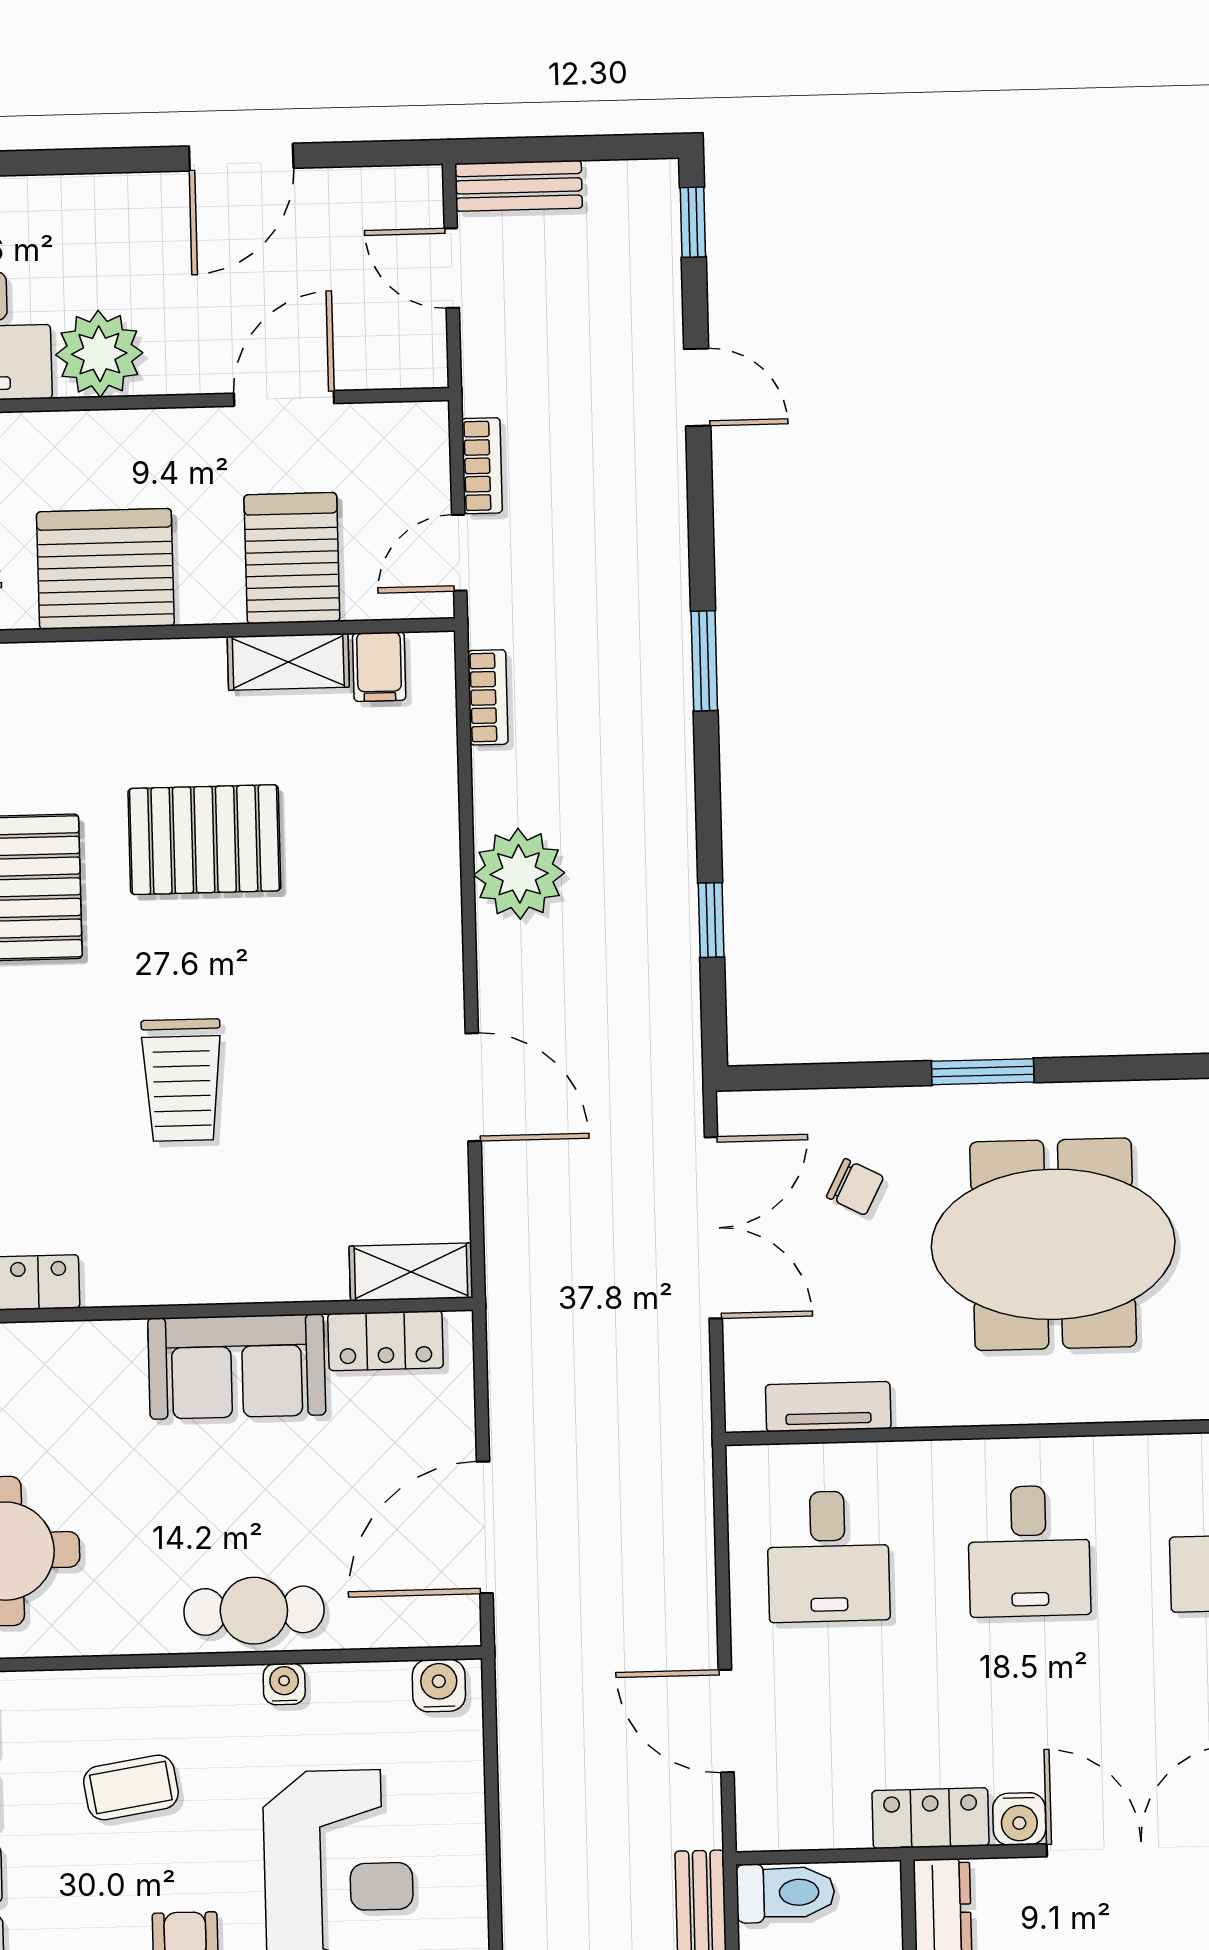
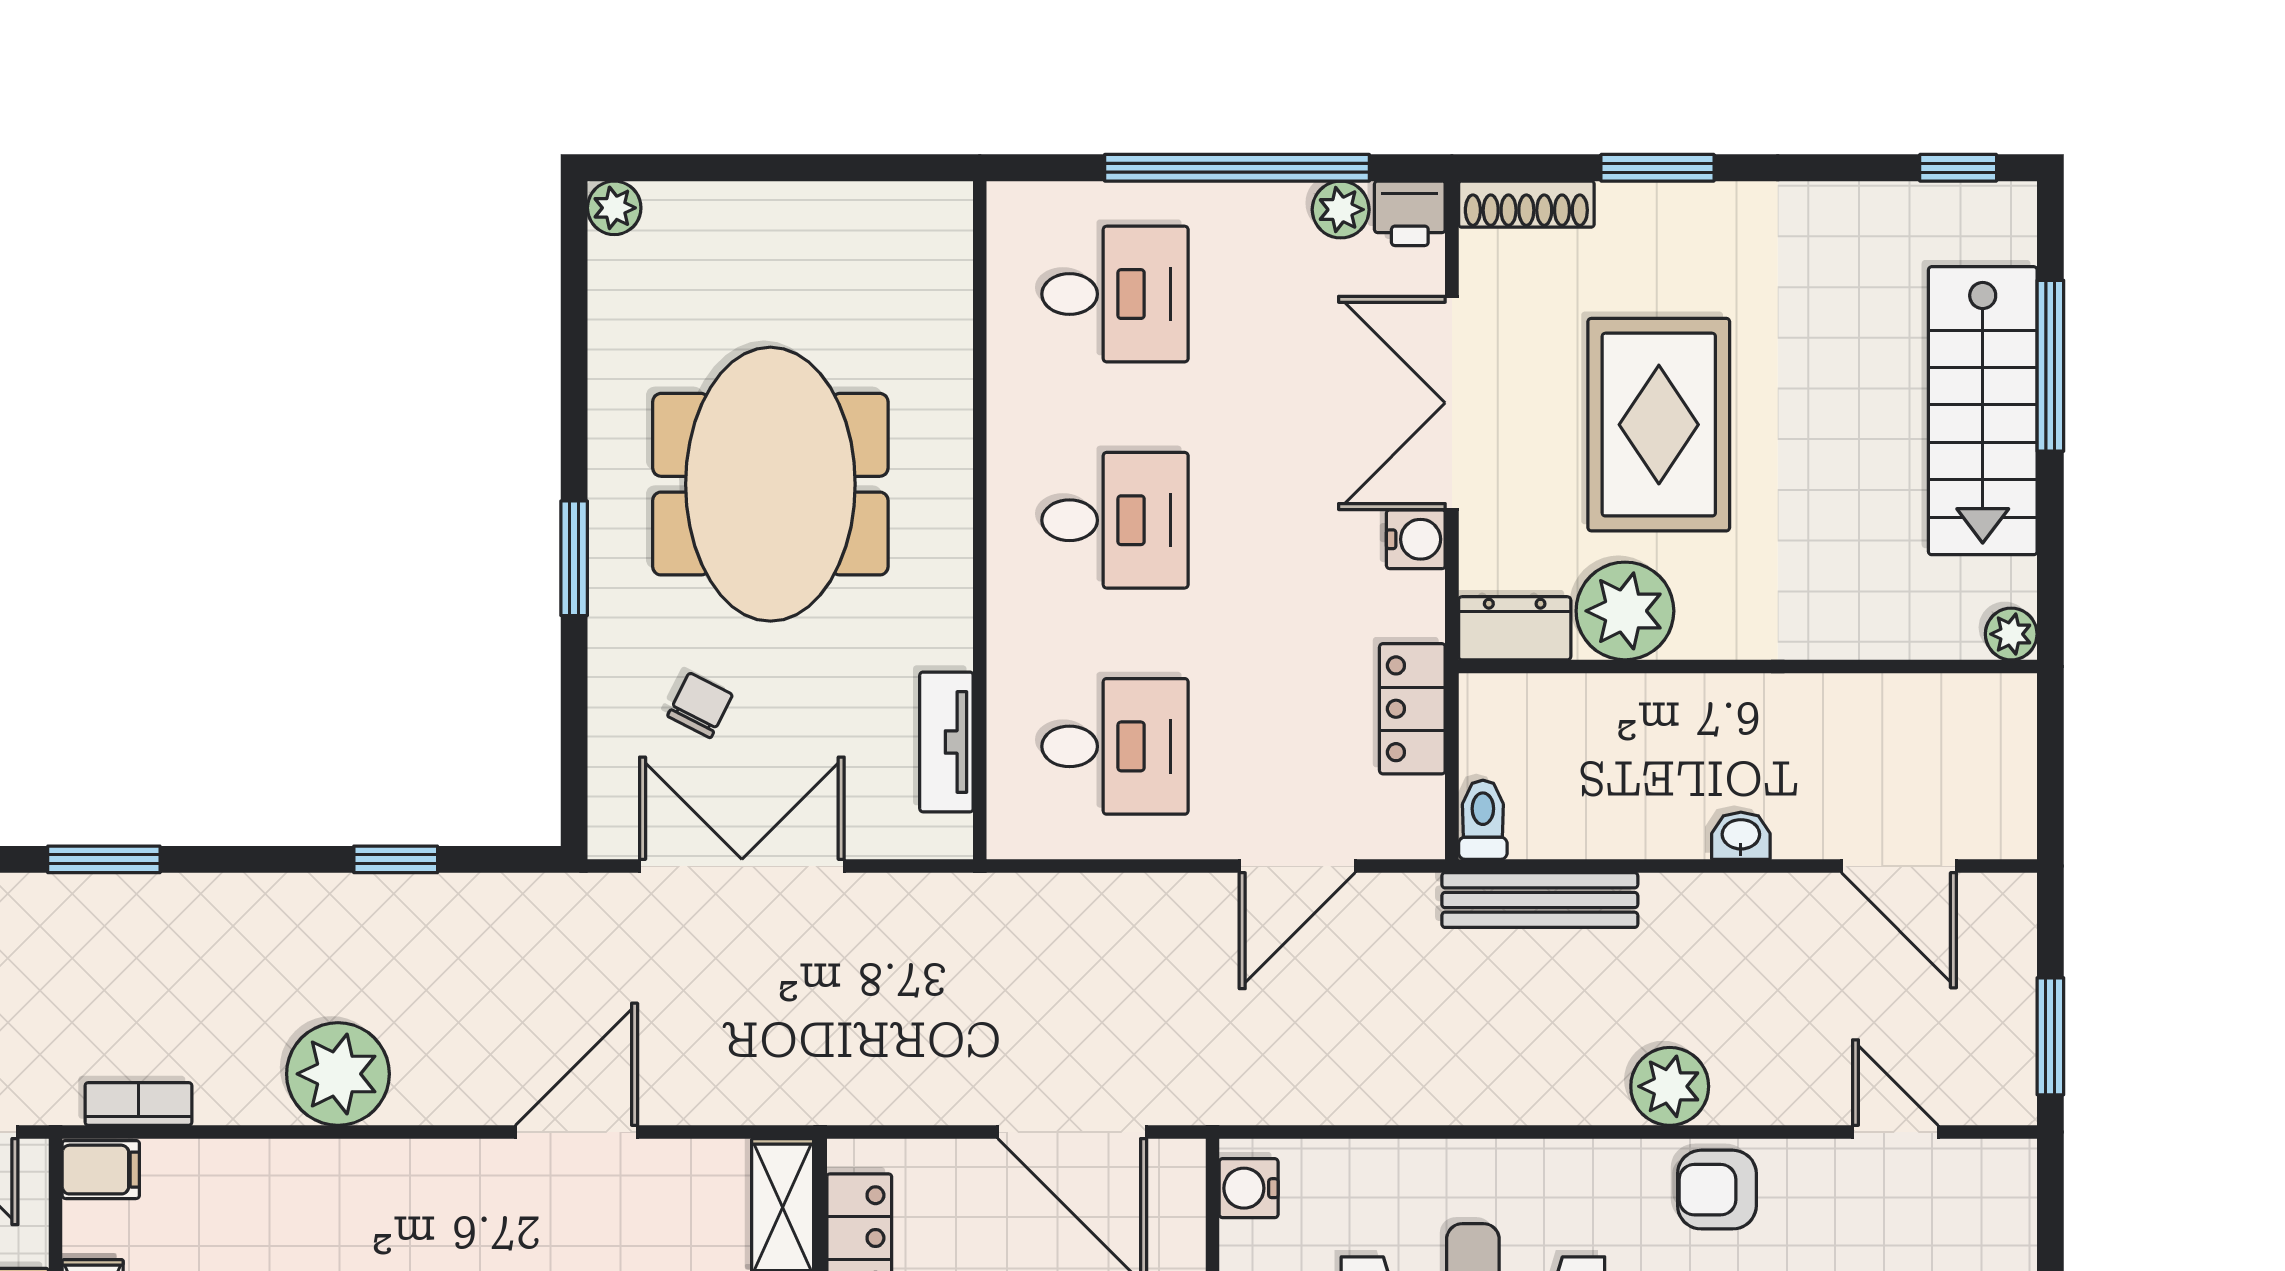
filing cabinet: (379, 667) -> (101, 1170), moved
locker: (930, 1818) -> (1412, 709), moved
toilet: (785, 1893) -> (1483, 820), width x0.73, depth x0.72

